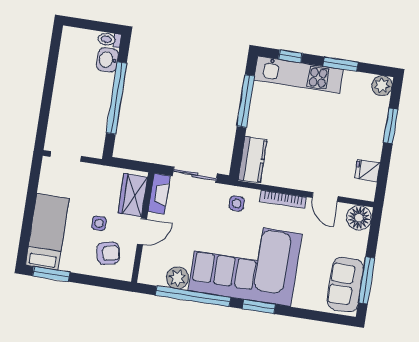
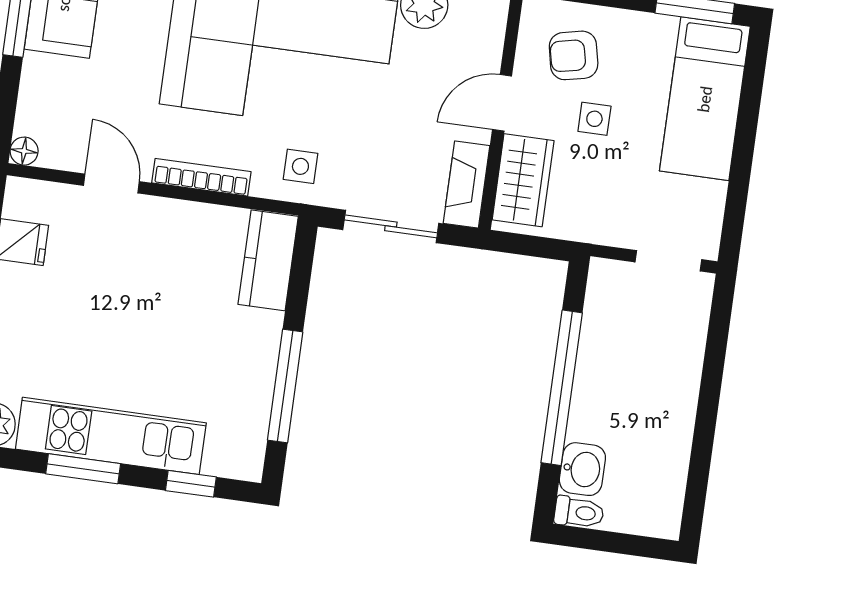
kitchen unit: (298, 75) -> (111, 436), moved
floor lamp: (359, 218) -> (24, 151), width x0.53, depth x0.53

